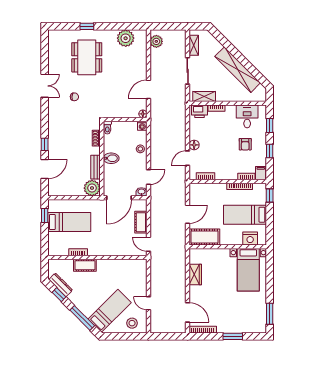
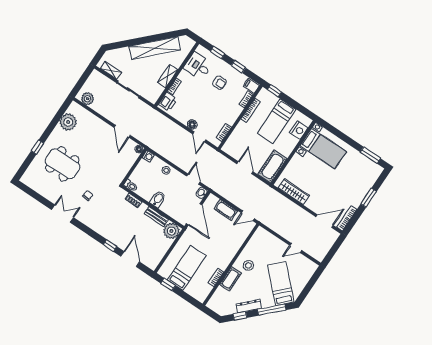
shelving: (204, 96) -> (168, 76), moved
wardrobe: (195, 275) -> (294, 191), width x1.50
dresser: (61, 285) -> (249, 306), moved
stool: (132, 323) -> (248, 265), moved

